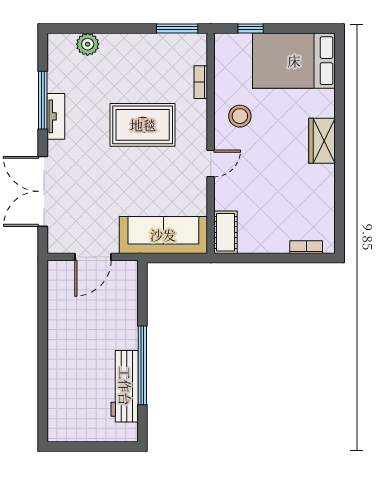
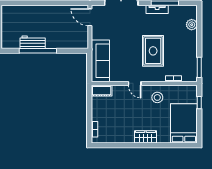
door: (93, 257) -> (90, 17), moved
workbench: (125, 386) -> (33, 42), width x0.73

